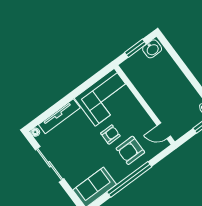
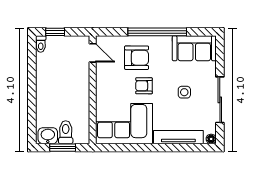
toilet: (141, 61) -> (66, 132), added
side table: (79, 151) -> (184, 92), added

